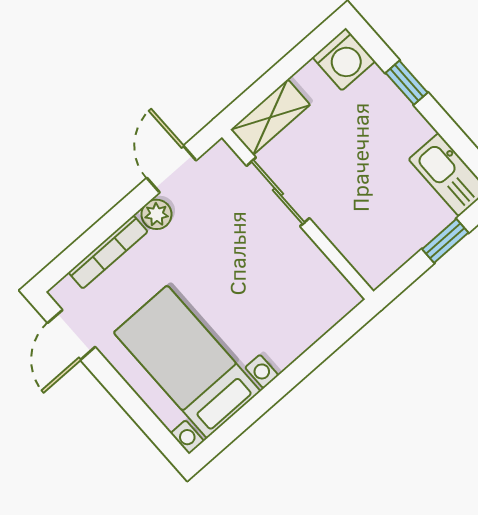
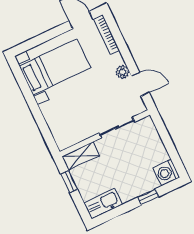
shelving: (270, 117) -> (81, 156), moved, turned 90
window: (445, 241) -> (69, 182), moved
bookcase: (108, 252) -> (107, 34), moved

